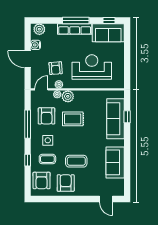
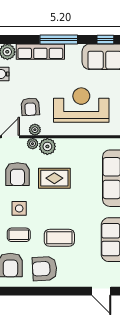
row of seats: (75, 29) -> (40, 52), moved
armchair: (66, 183) -> (44, 269), turned -93

